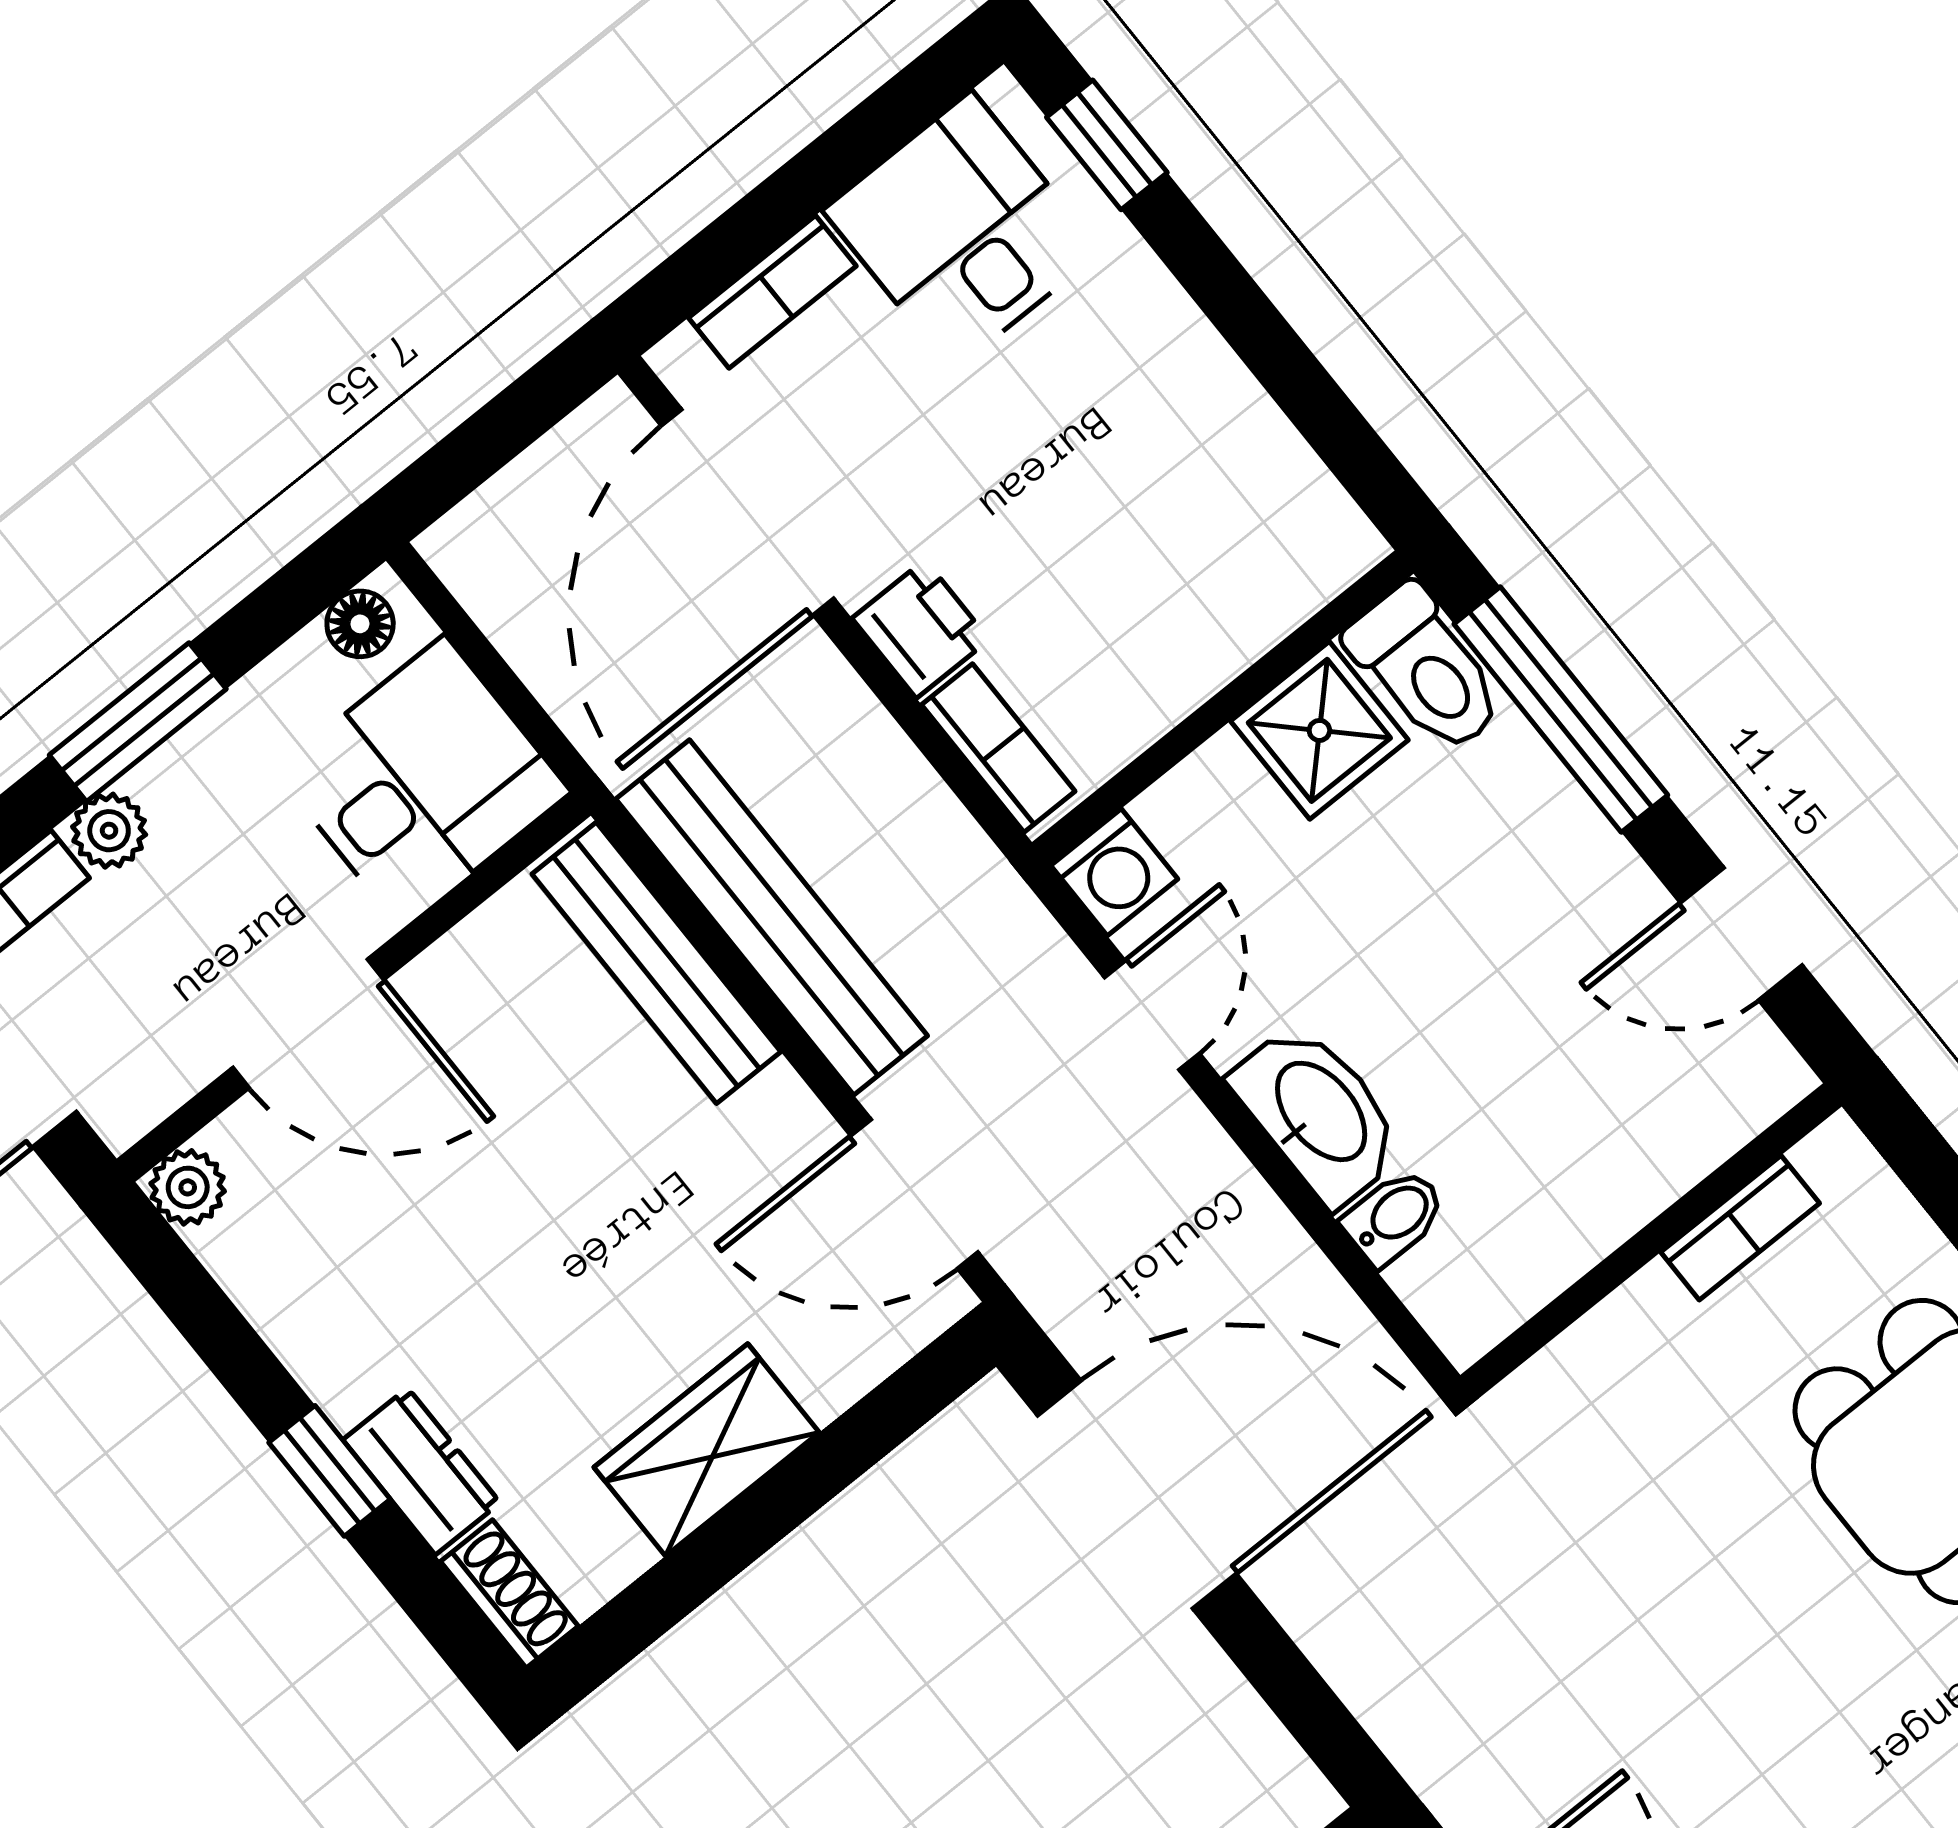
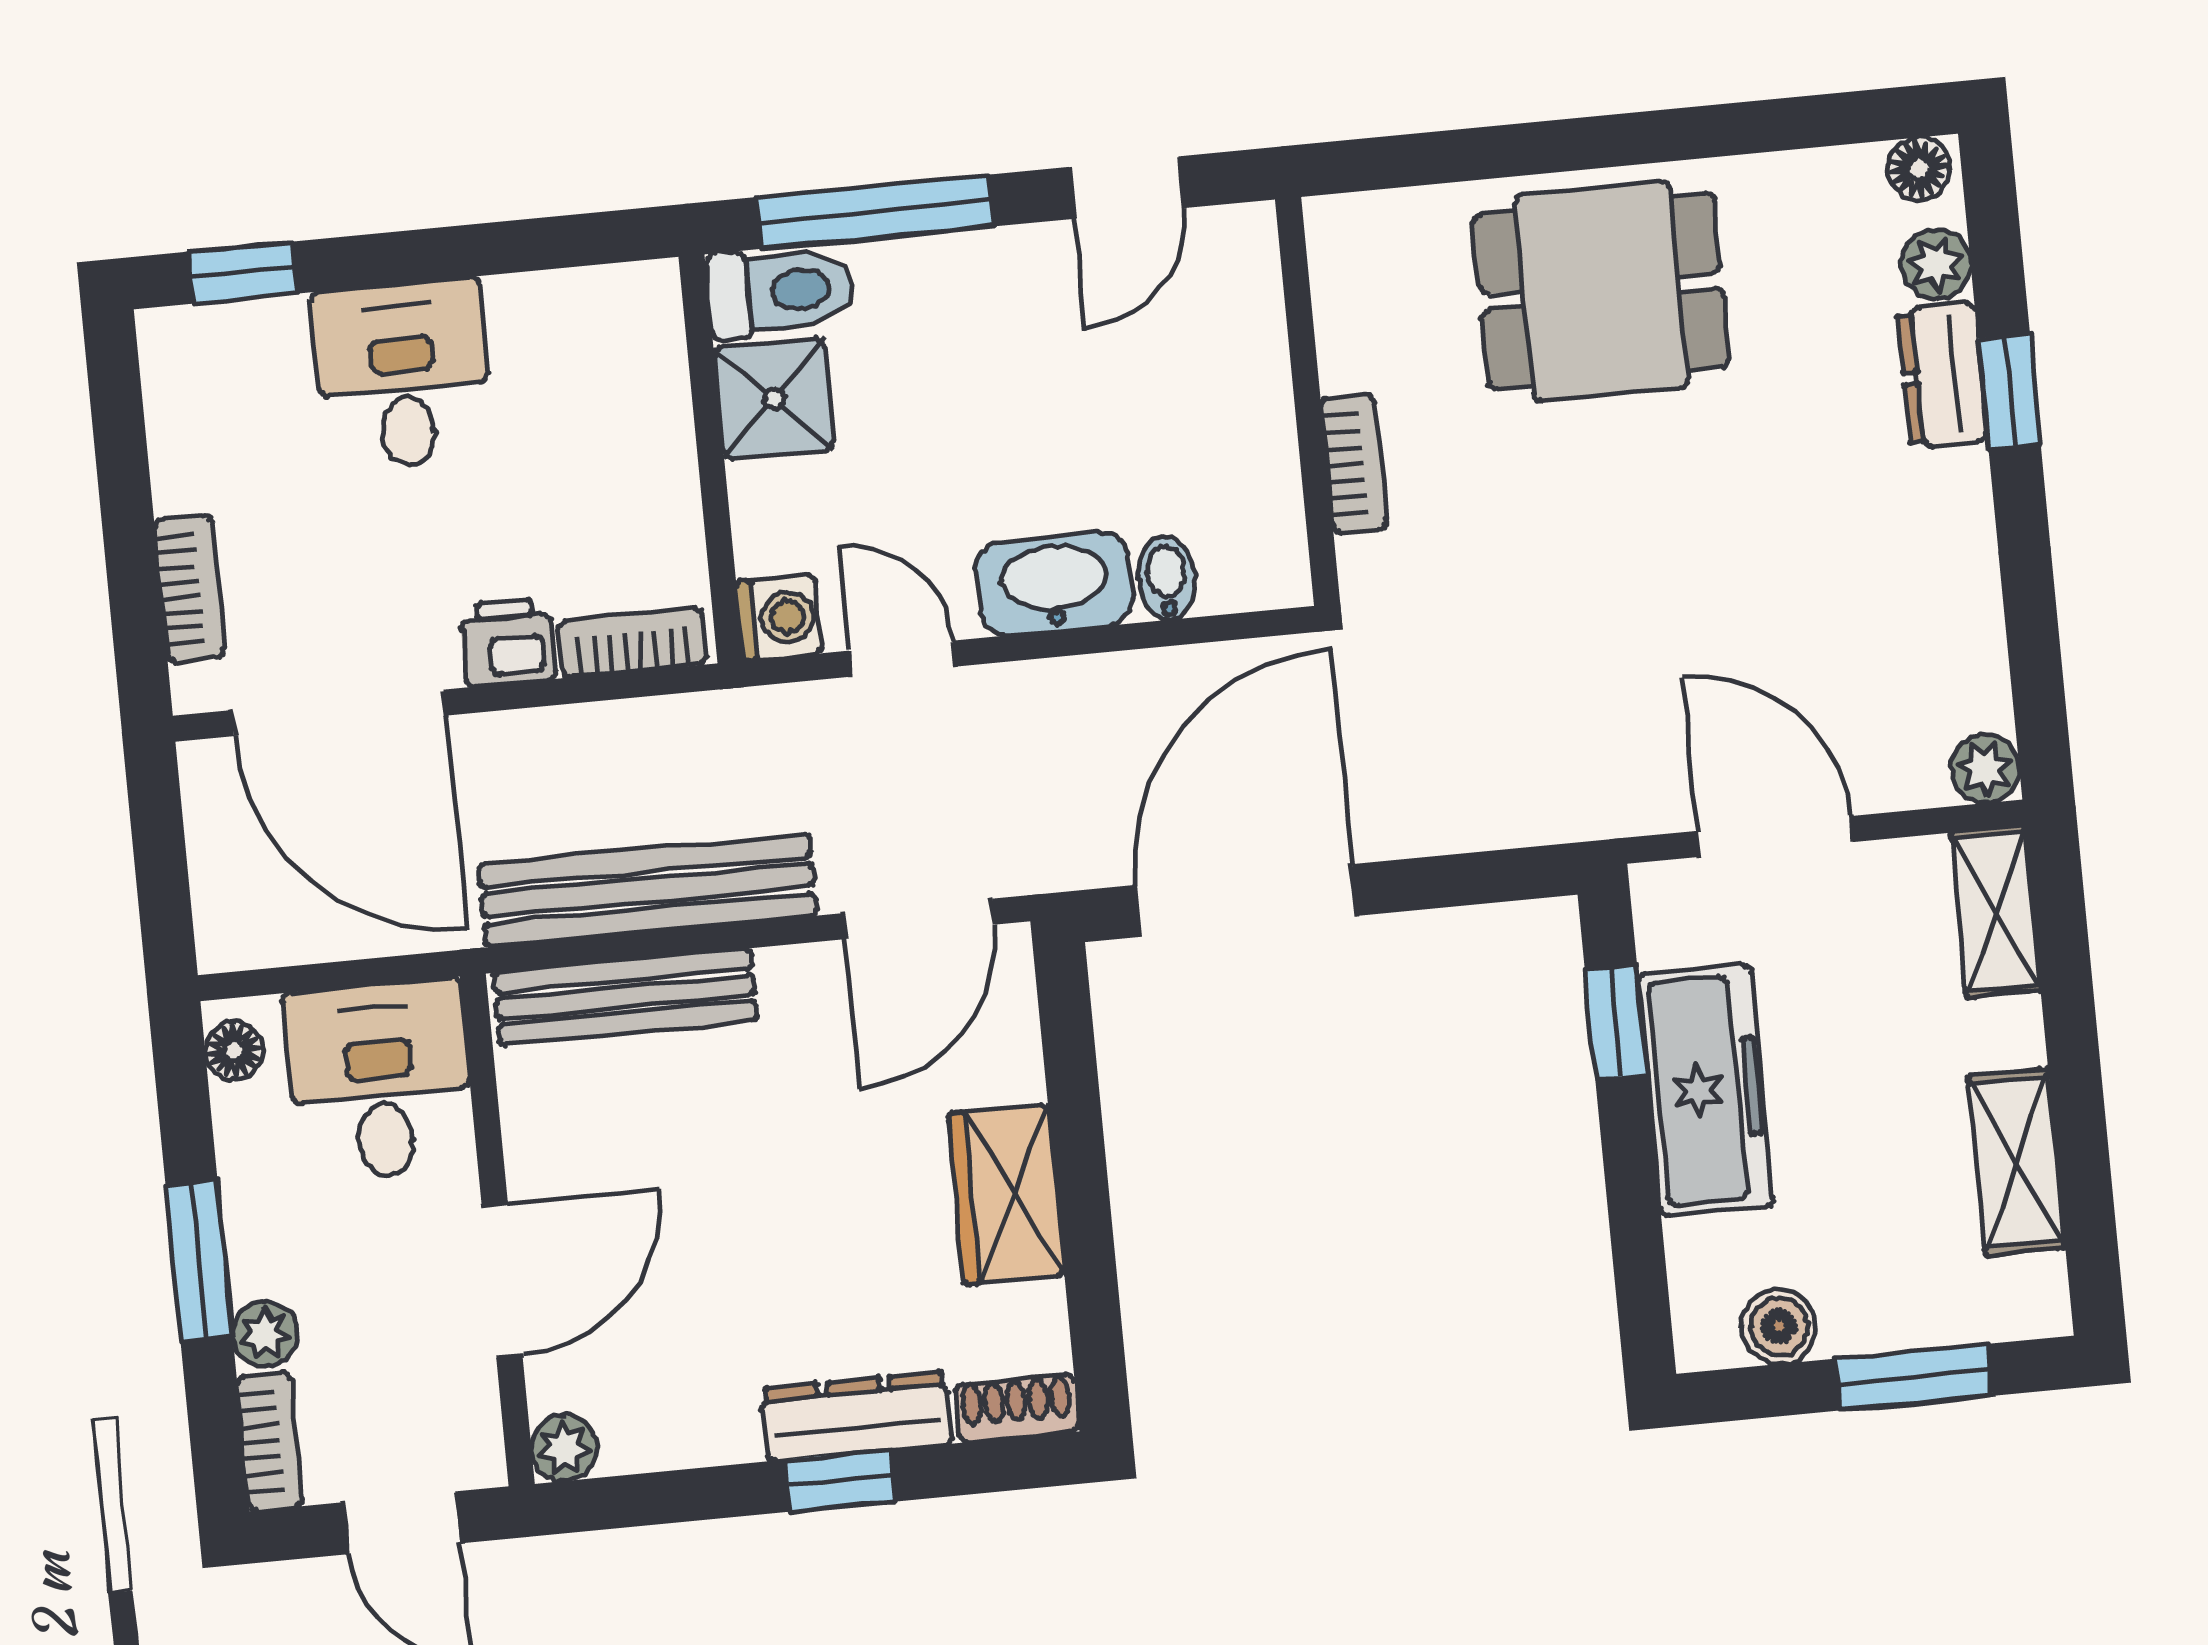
desk: (962, 231) -> (403, 375), moved, turned 90
bookcase: (1740, 1228) -> (1354, 464), moved
dresser: (422, 1471) -> (857, 1416), width x1.44

